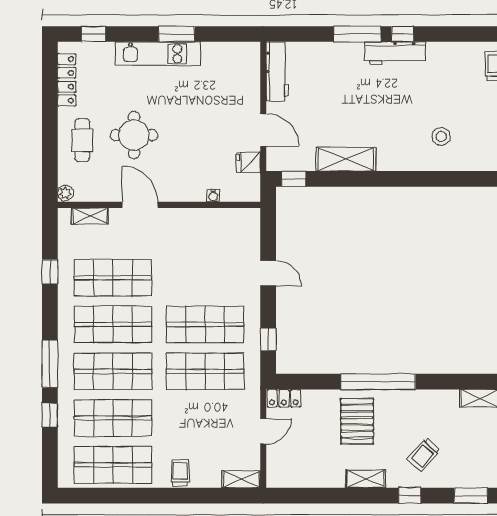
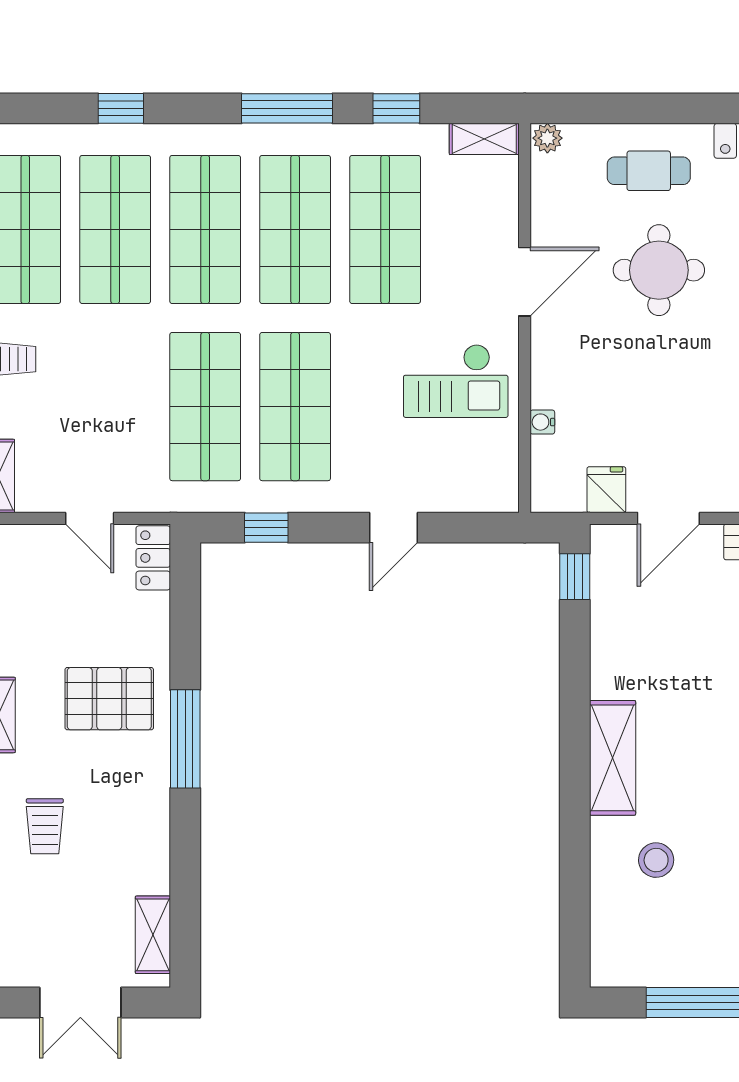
shelving: (346, 159) -> (613, 758), moved
shelving: (90, 216) -> (484, 139), moved, turned 90
checkout: (192, 241) -> (456, 381), added
window: (50, 364) -> (287, 108), moved
window: (378, 382) -> (185, 739), width x0.68
trolley: (424, 455) -> (45, 826), turned -131

